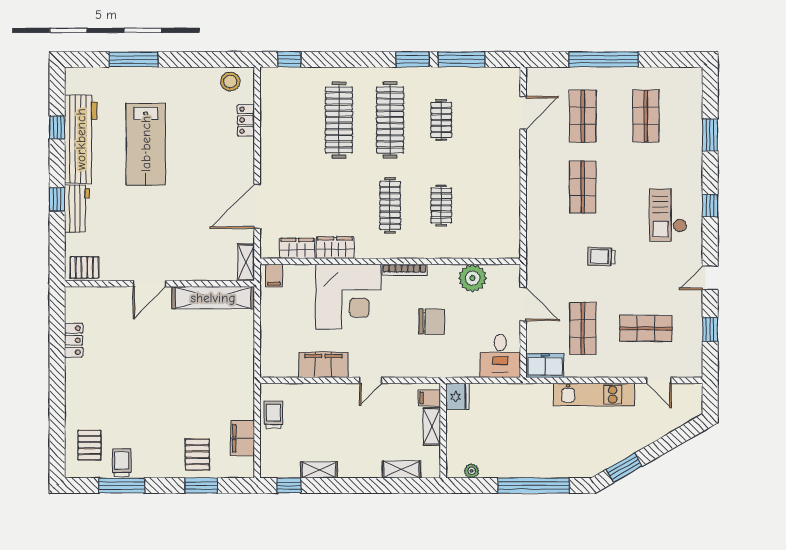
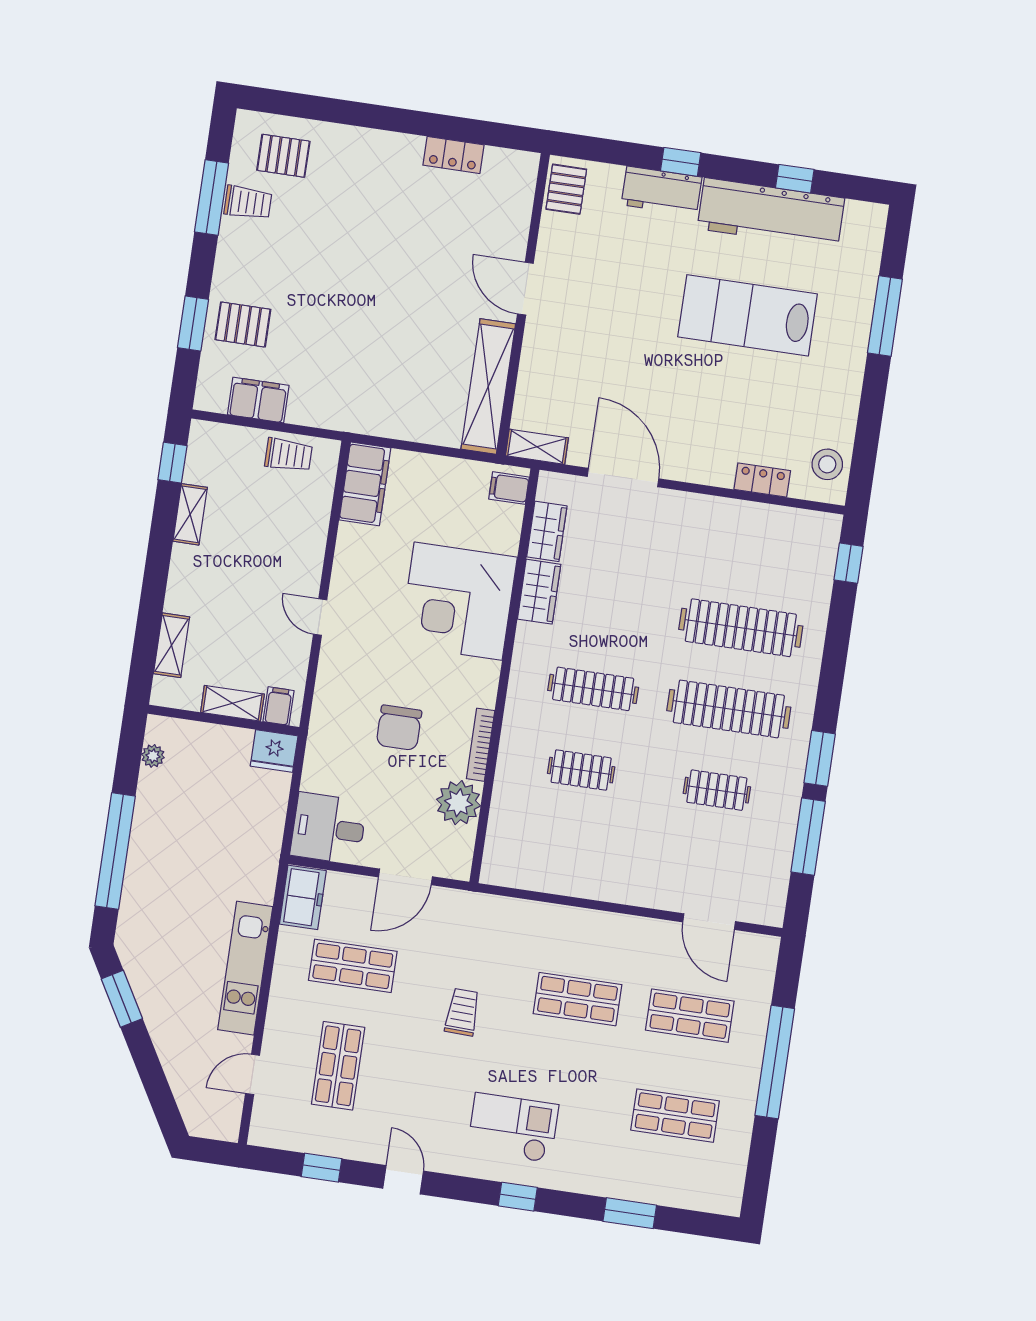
bookcase: (405, 270) -> (481, 745), moved
filing cabinet: (323, 365) -> (365, 484), moved

